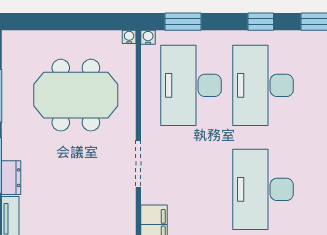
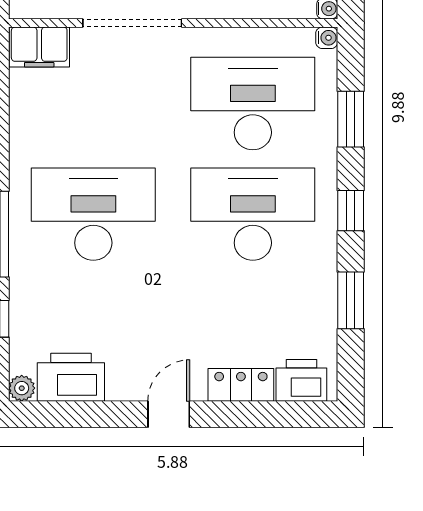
window: (183, 22) -> (351, 119), moved
doorway: (138, 164) -> (132, 23), width x1.36

